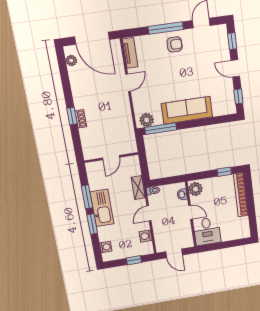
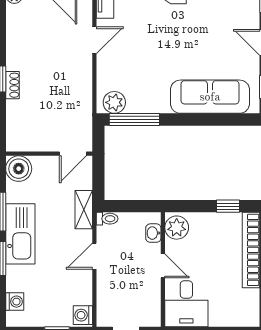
sofa: (187, 110) -> (210, 97), moved
door: (111, 158) -> (73, 154), moved
boiler: (94, 169) -> (19, 169), added
washing machine: (146, 236) -> (83, 315), moved

